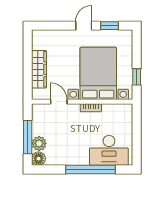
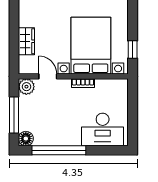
wardrobe: (39, 69) -> (26, 41), width x0.67
plant: (39, 143) -> (26, 87), moved
window: (90, 169) -> (59, 150), moved

